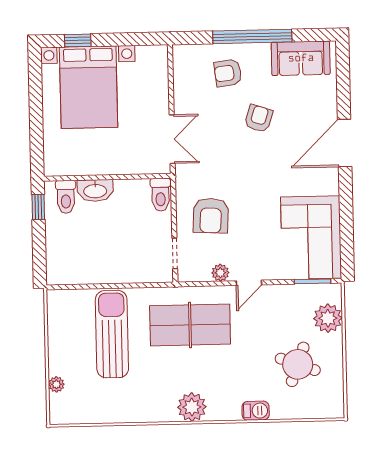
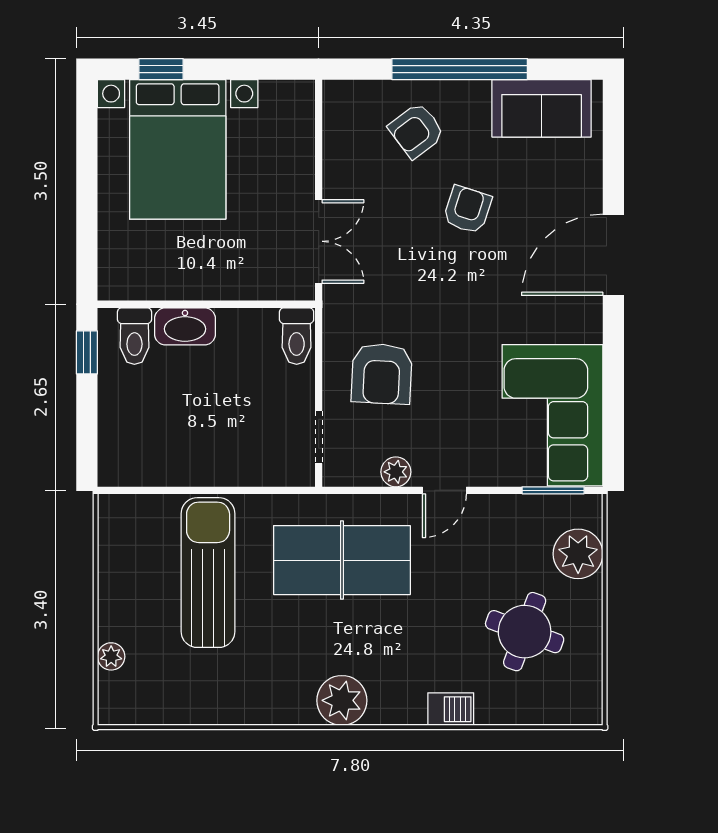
armchair: (228, 73) -> (416, 131), turned -30

